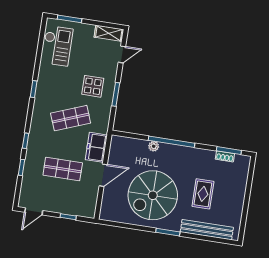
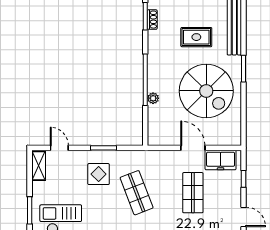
freezer: (96, 147) -> (221, 160), moved

